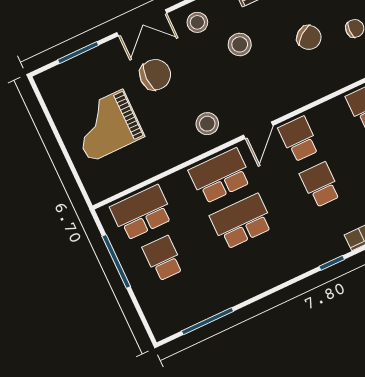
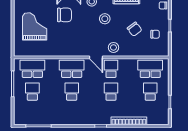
stool: (207, 124) -> (113, 47), moved
grand piano: (106, 126) -> (35, 26), turned 90
door: (258, 130) -> (96, 57), hinge flipped
school desk: (242, 222) -> (72, 92), width x0.54

